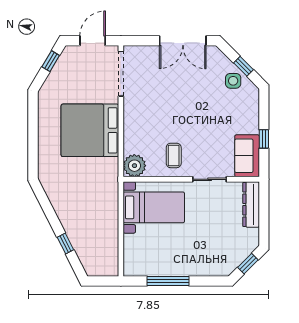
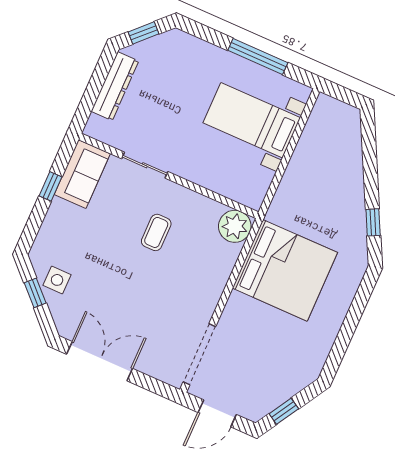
bed: (90, 130) -> (285, 270), moved
coffee table: (174, 155) -> (156, 232), moved
dresser: (251, 204) -> (115, 86), moved
bed with nightstands: (154, 207) -> (252, 120), moved
window: (65, 244) -> (373, 222), moved

